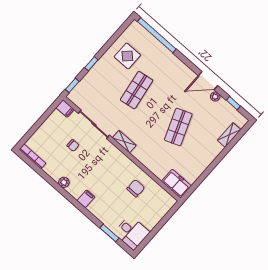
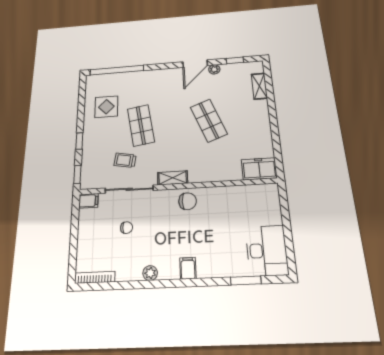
trolley: (107, 104) -> (125, 160), added
chair: (136, 188) -> (188, 201), moved, turned 90
desk: (132, 233) -> (267, 251), width x1.37

